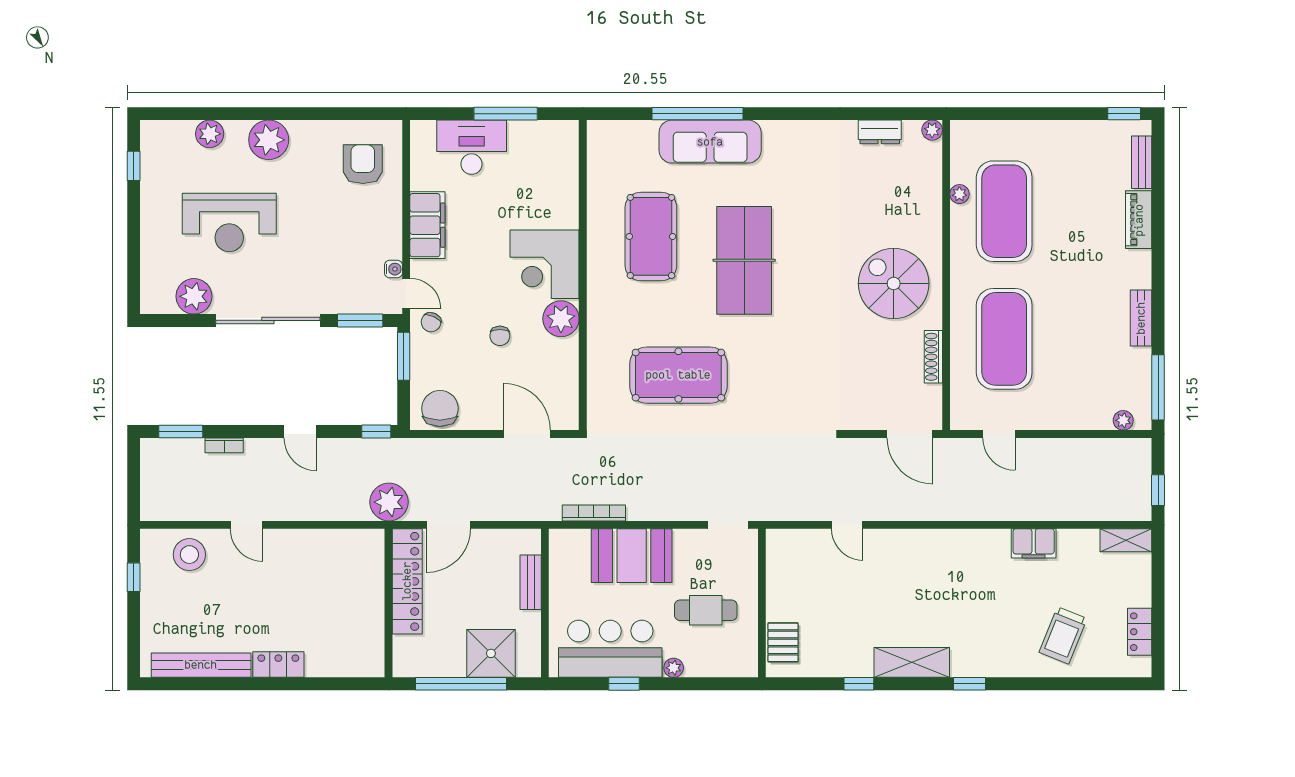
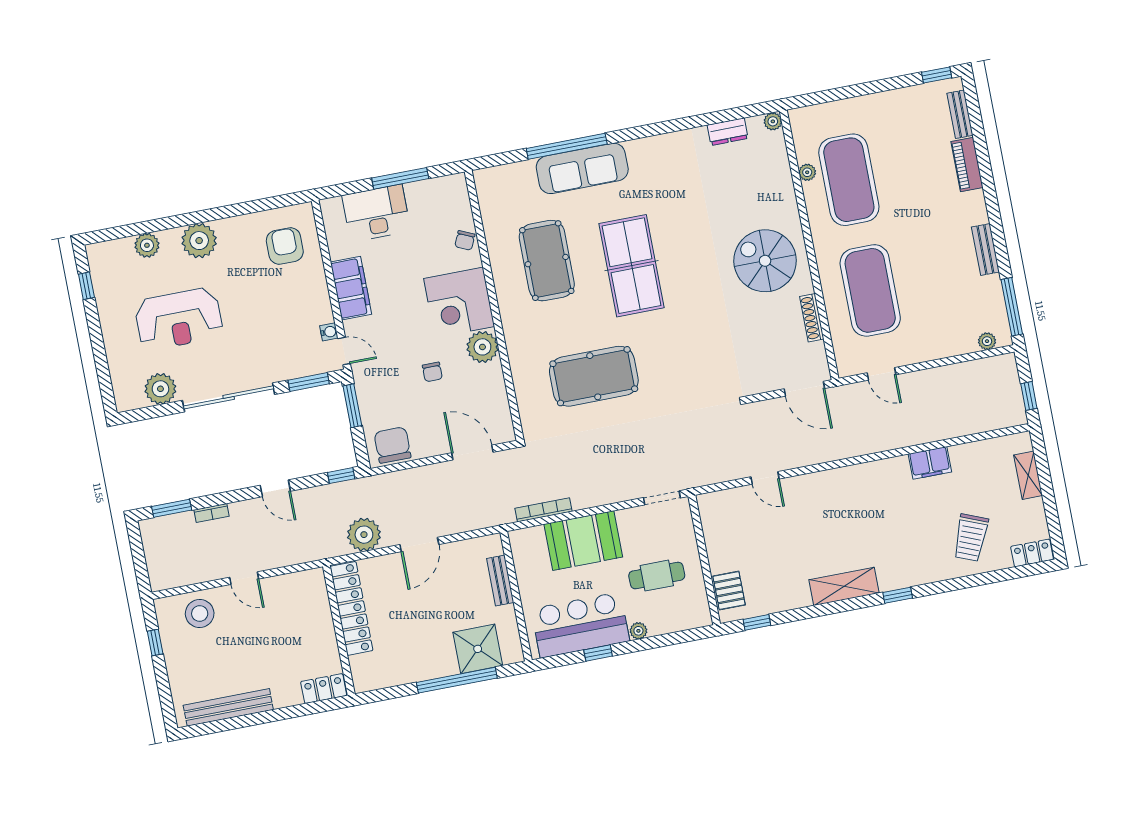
chair: (431, 322) -> (465, 240), moved
shelving: (1126, 540) -> (1028, 475), moved, turned 90
locker: (407, 581) -> (351, 608), moved
wall: (389, 603) -> (339, 630), moved
locker: (1140, 632) -> (1032, 553), moved, turned 90
locker: (278, 665) -> (324, 689), moved
window: (859, 684) -> (757, 622), moved

